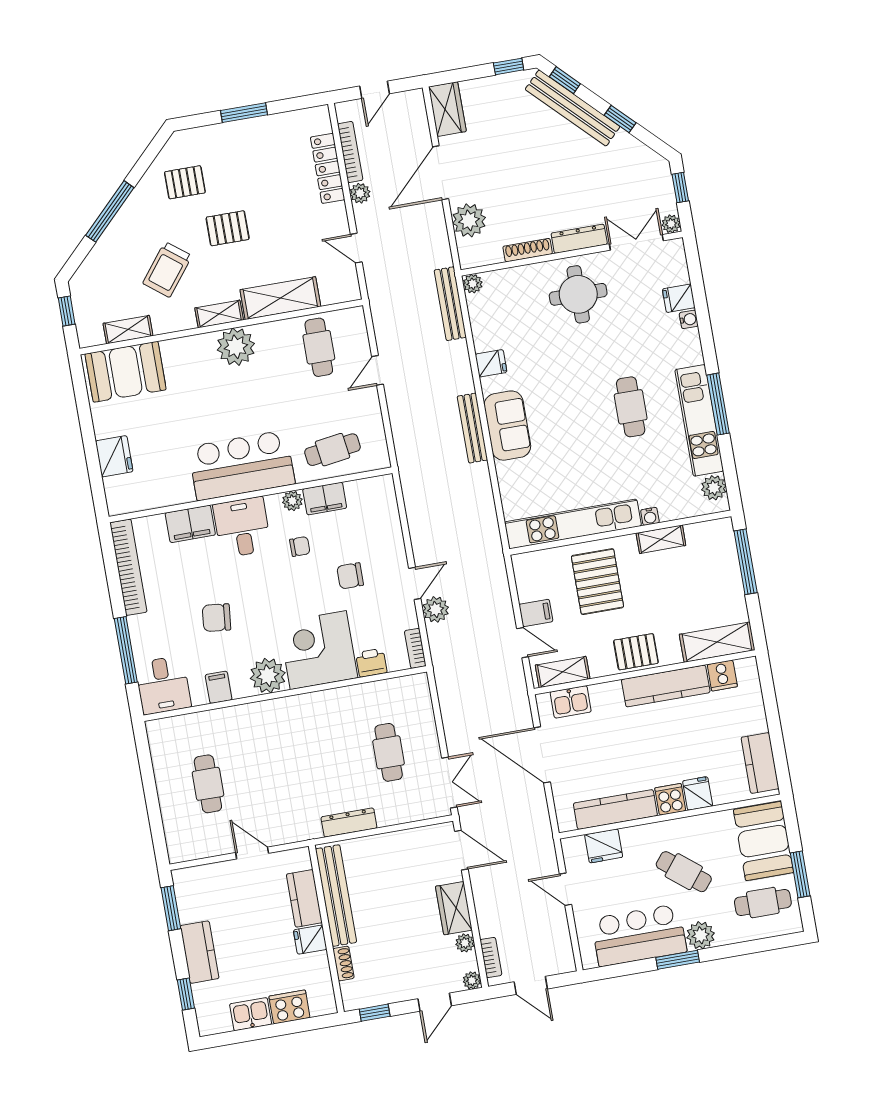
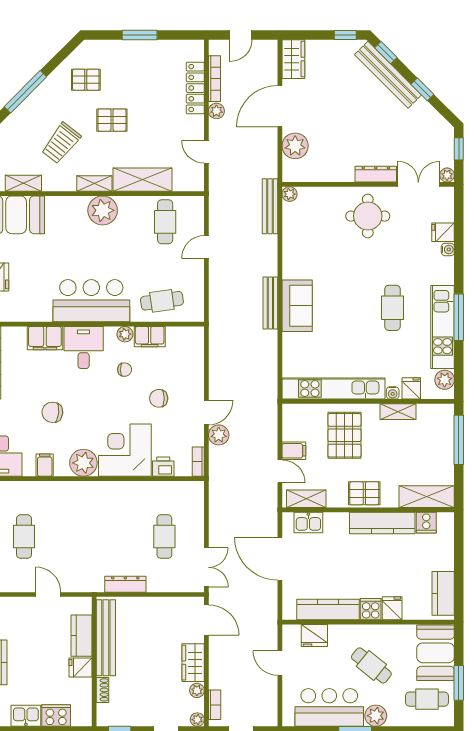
shoe rack: (528, 250) -> (335, 176), removed
fridge: (491, 363) -> (411, 388), moved, turned -90

